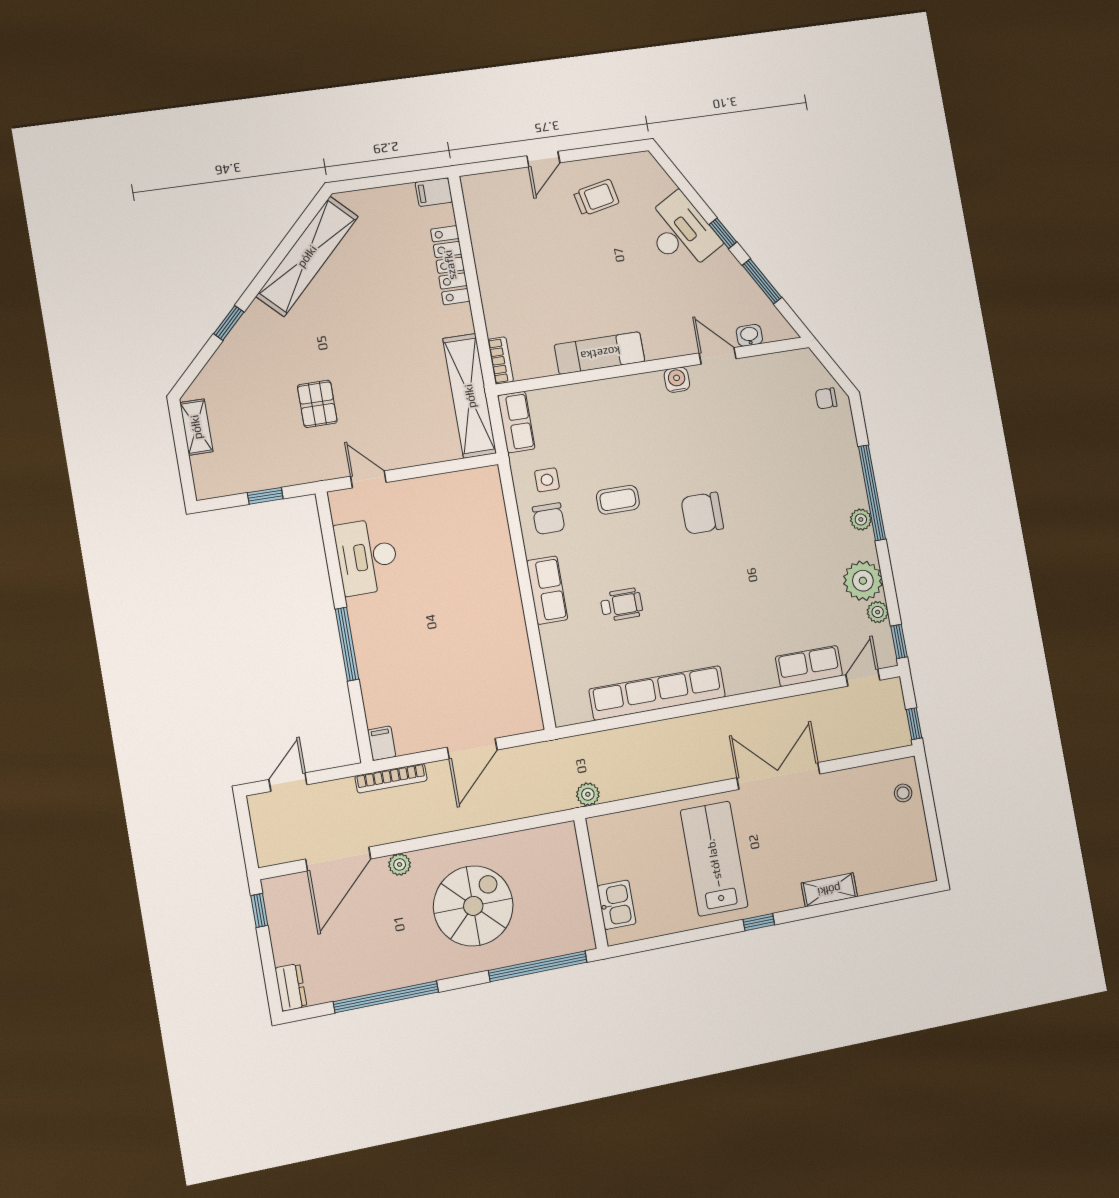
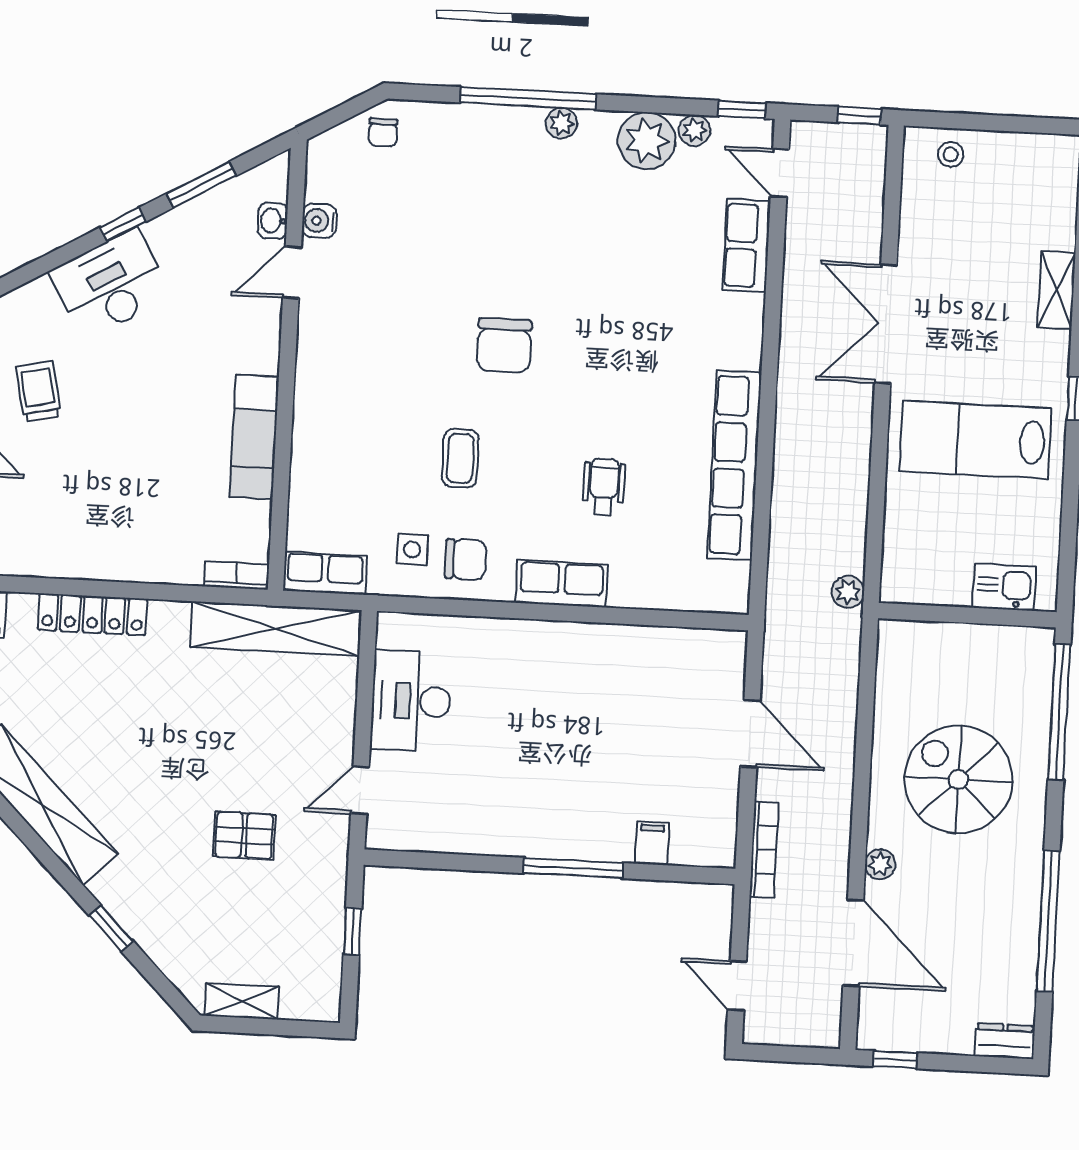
water cooler: (677, 380) -> (319, 221), moved
desk: (367, 557) -> (411, 701), moved, turned 90
filing cabinet: (382, 743) -> (652, 843), moved, turned 90

